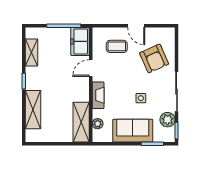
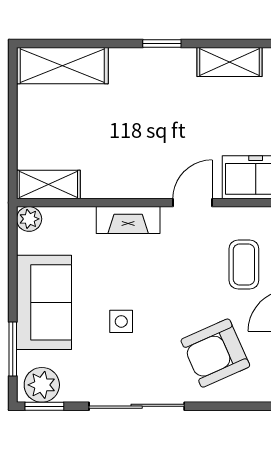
door: (91, 68) -> (193, 203), hinge flipped
shelving: (33, 110) -> (62, 66), moved
plant: (168, 120) -> (42, 385), moved
shelving: (81, 122) -> (48, 185), width x0.67, depth x0.75
plant: (98, 124) -> (29, 219), moved

